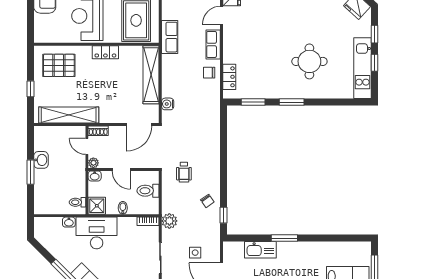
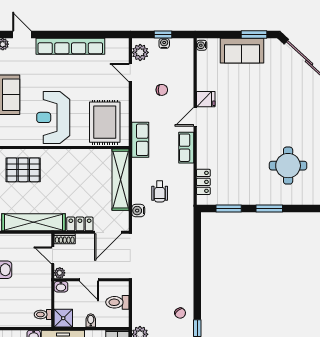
locker: (105, 52) -> (80, 224), moved, turned 180
chair: (209, 73) -> (182, 177), removed
wheelchair: (184, 172) -> (160, 192), moved

